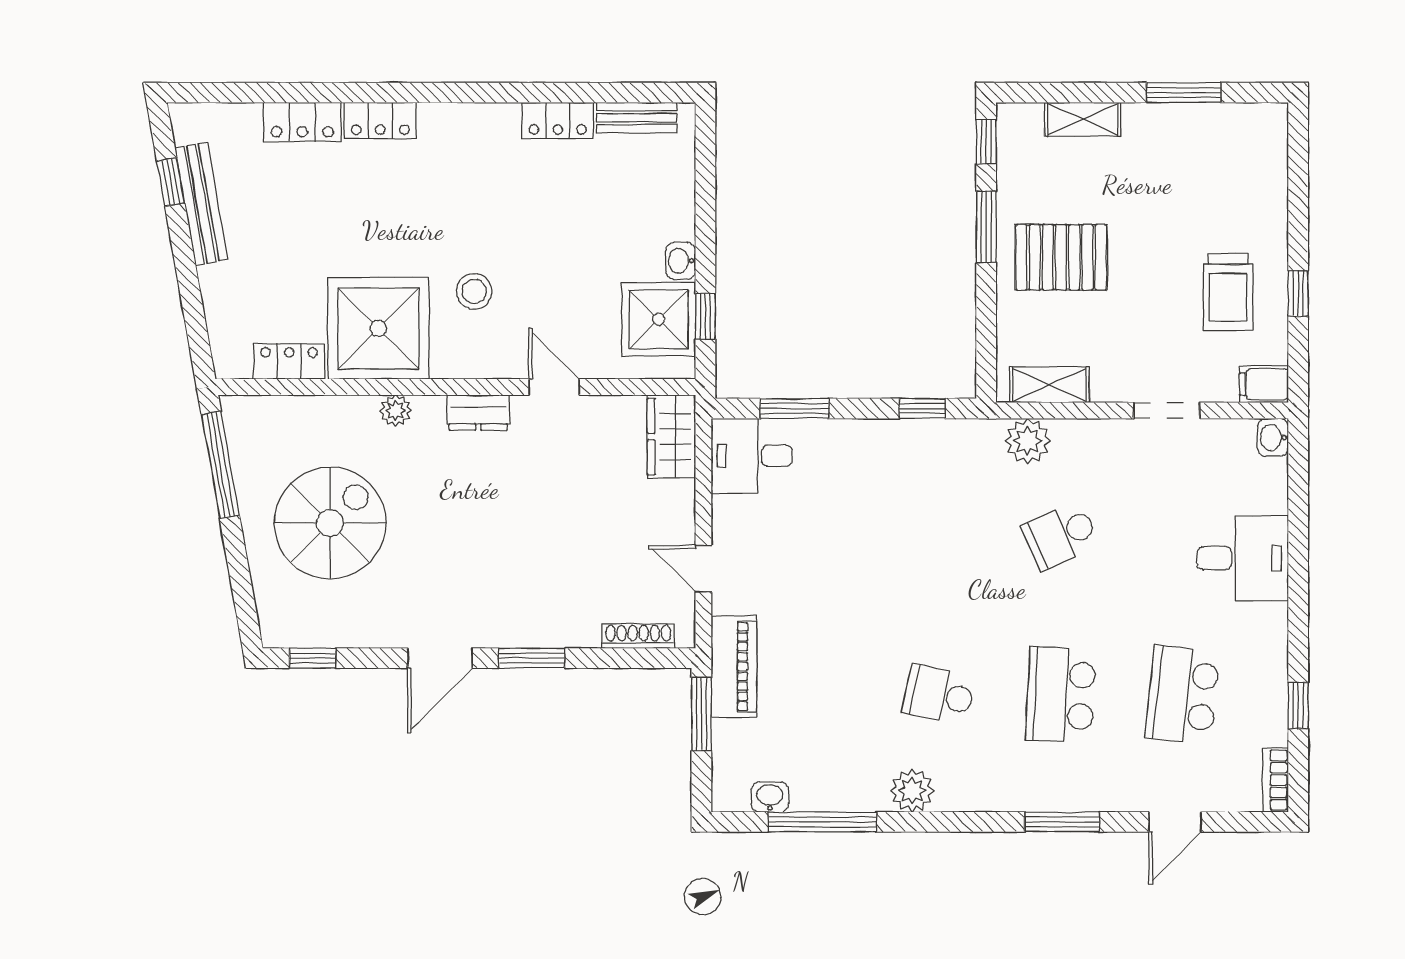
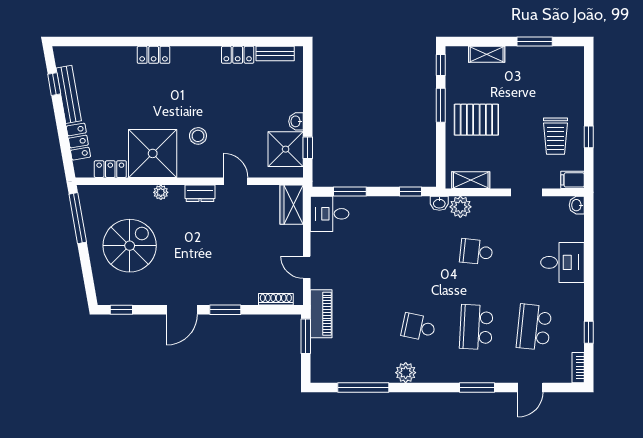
locker: (302, 122) -> (78, 142), moved, turned -100
school desk: (1061, 536) -> (476, 252), turned 30
washbasin: (770, 797) -> (439, 203), moved, turned 180

